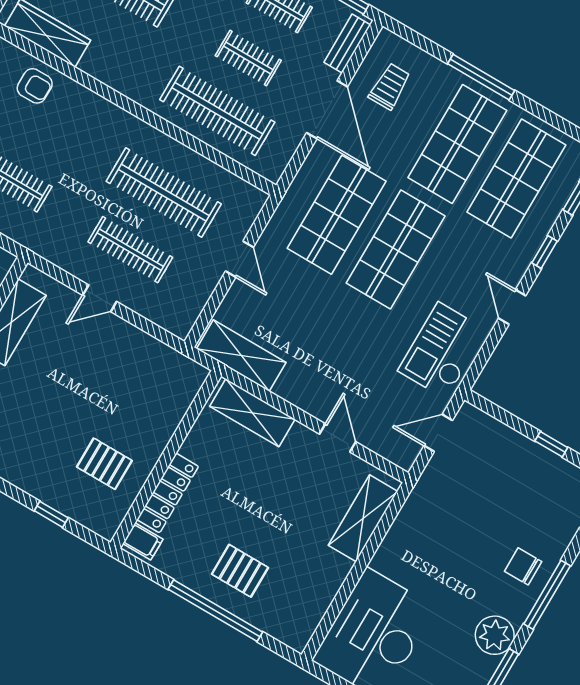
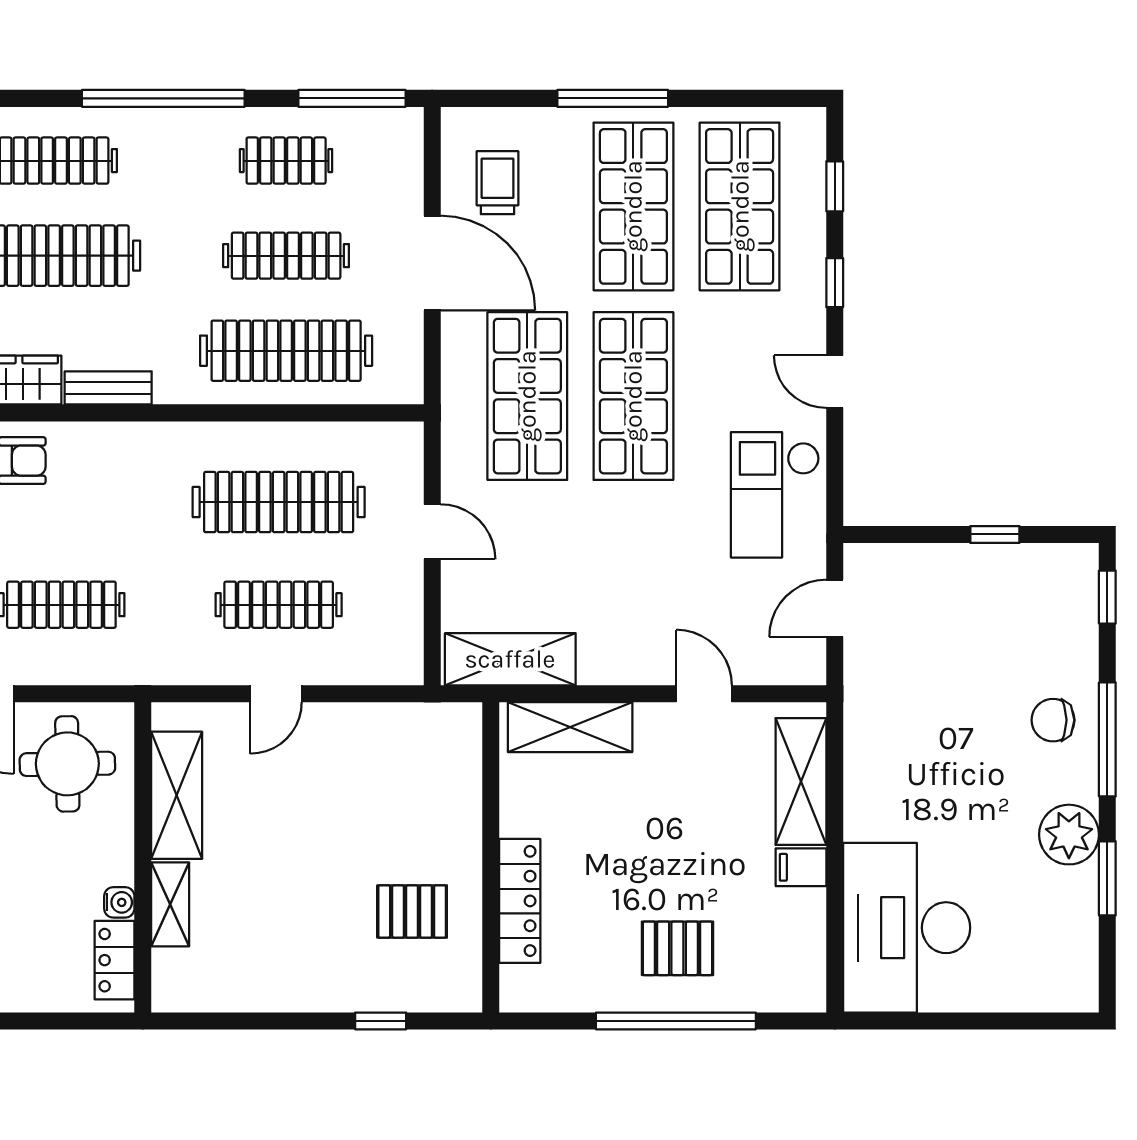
bench: (347, 44) -> (108, 388), moved, turned 90
clothes rail: (248, 58) -> (286, 256), width x1.36
filing cabinet: (143, 541) -> (801, 867), moved, turned 180

